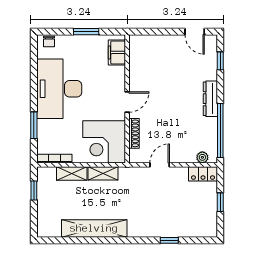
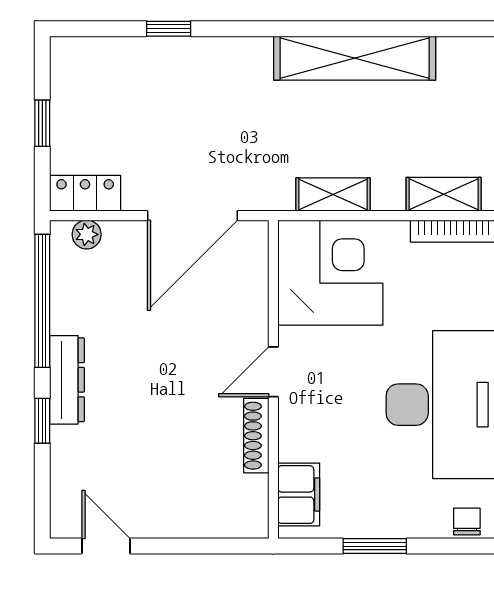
window: (220, 61) -> (42, 421), moved
shoe rack: (134, 133) -> (256, 436), moved
door: (160, 165) -> (192, 216), width x1.87
shelving: (72, 174) -> (444, 194), moved

